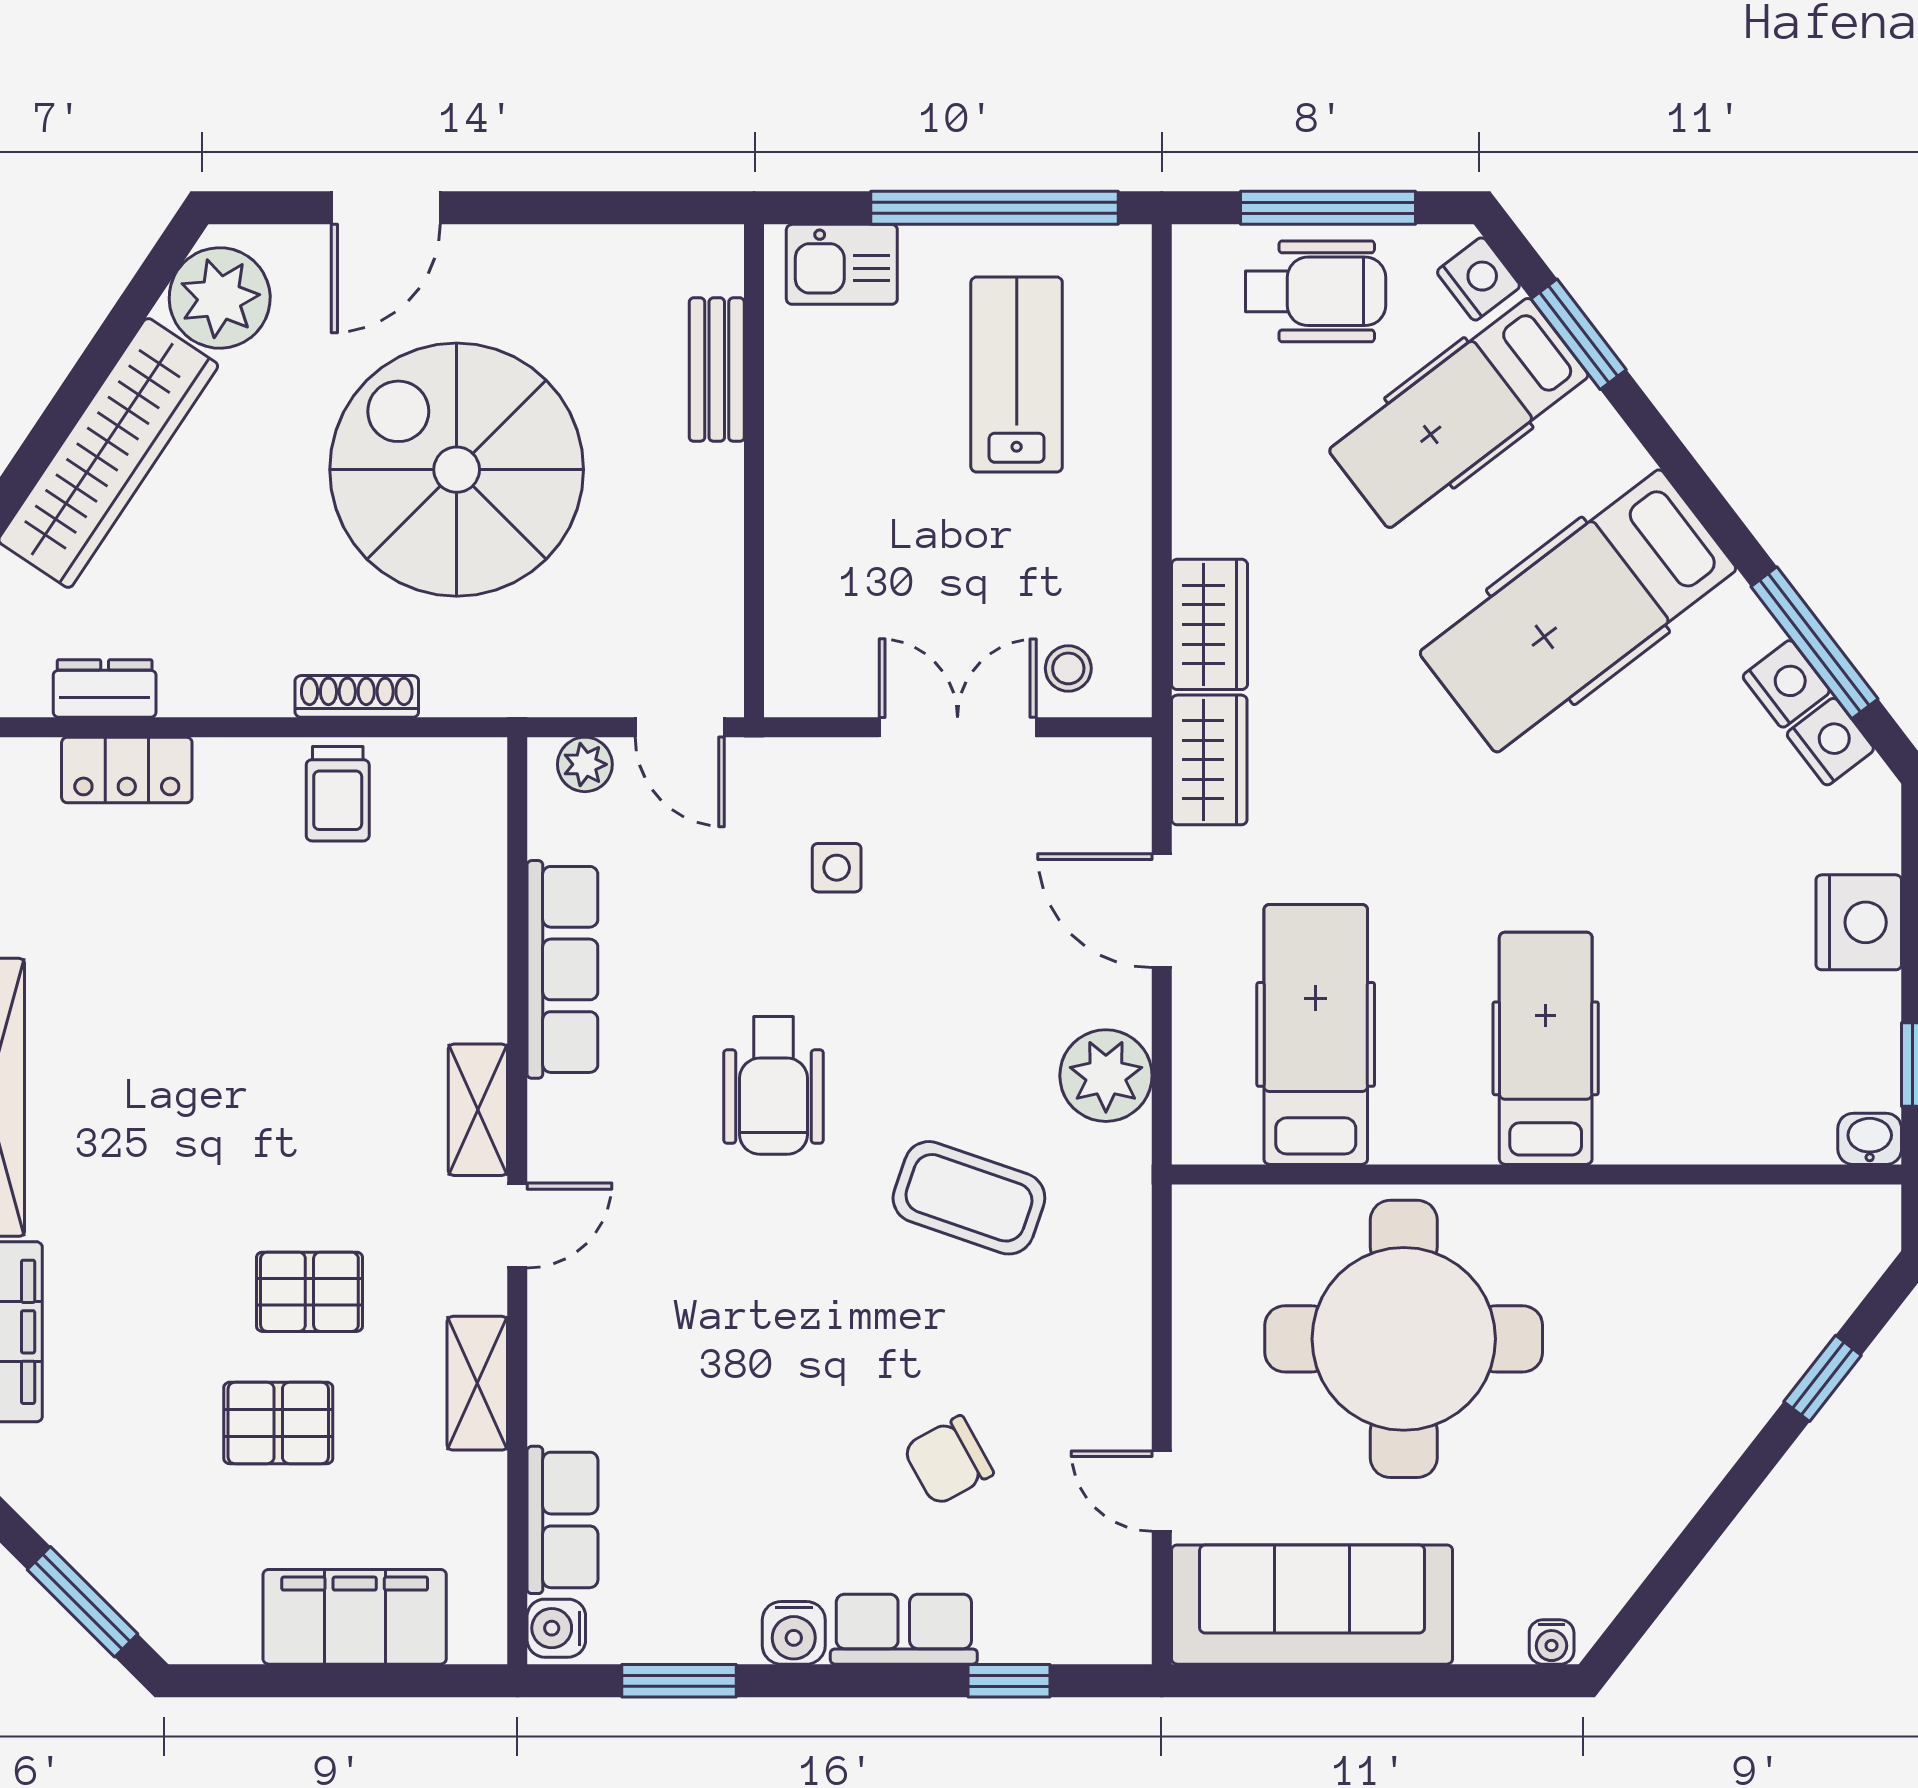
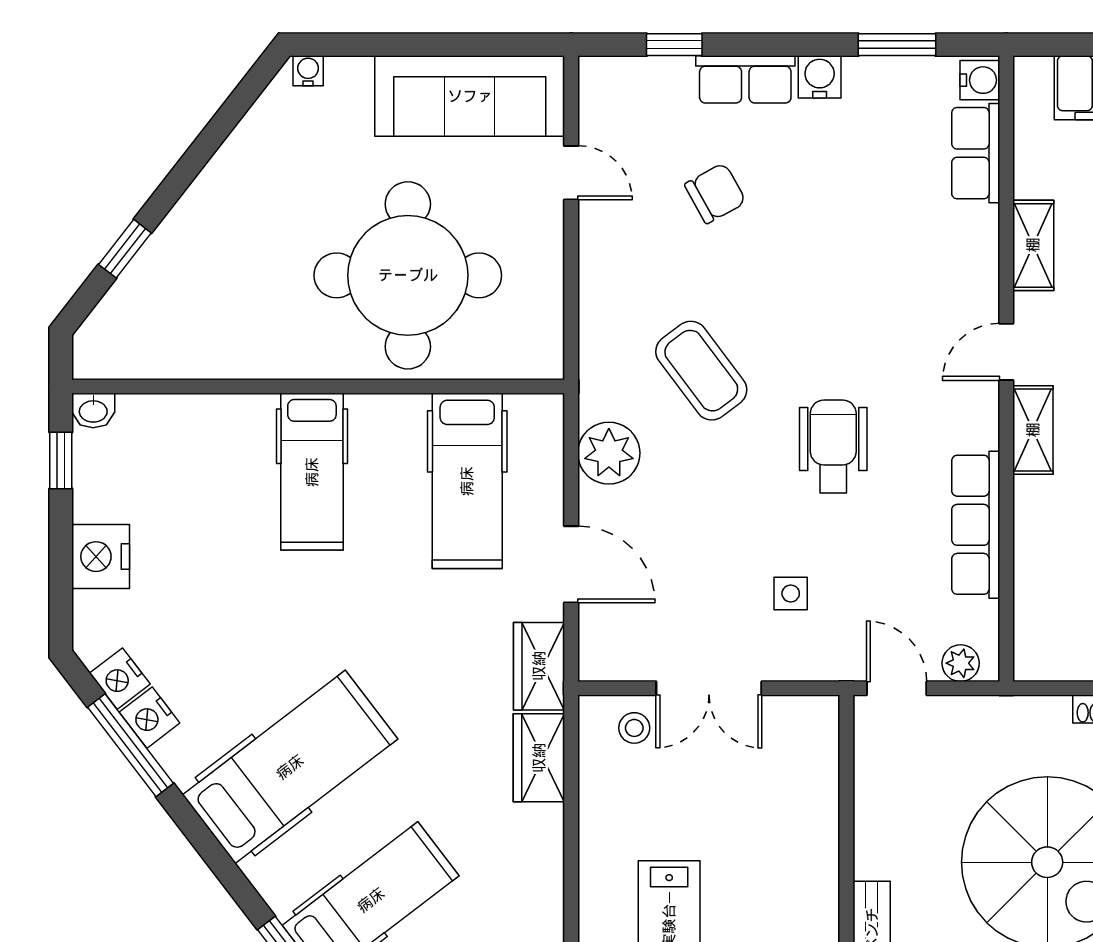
coffee table: (969, 1198) -> (701, 371), turned 34

